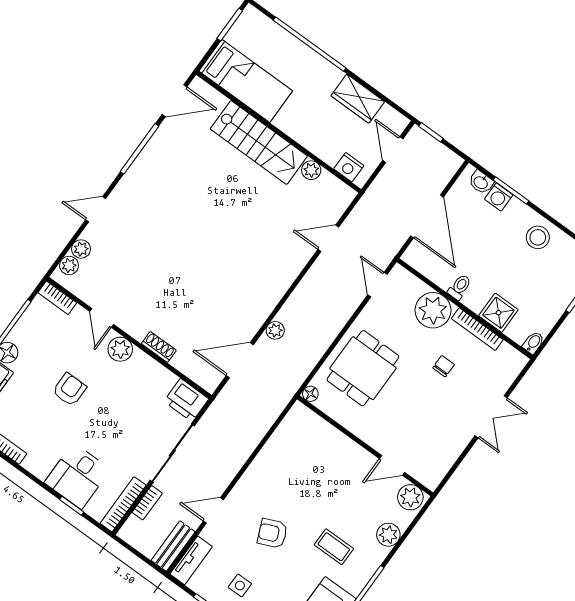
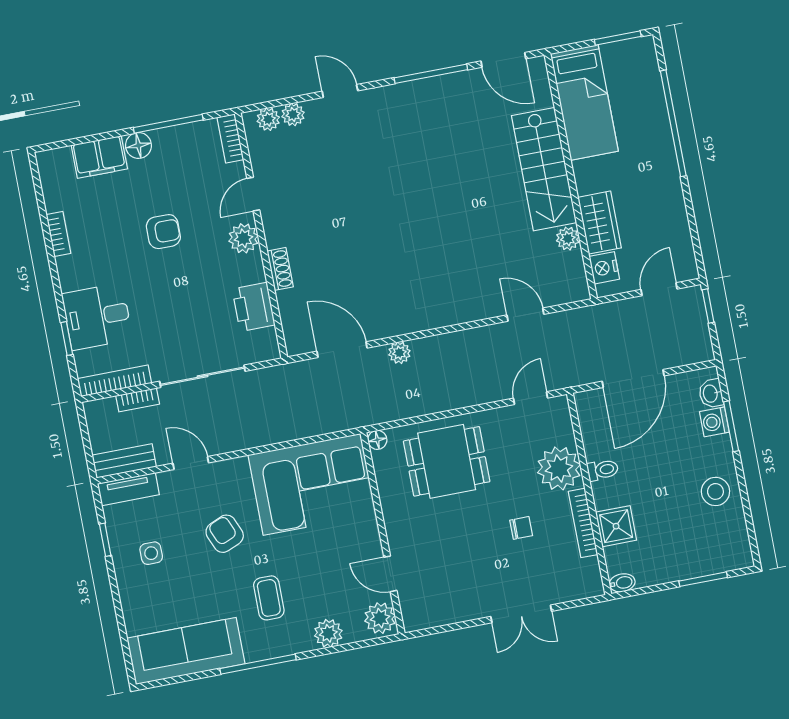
wardrobe: (358, 99) -> (600, 223), moved, turned 180
printer: (186, 400) -> (254, 307), moved
corner sofa: (297, 456) -> (312, 484), added

